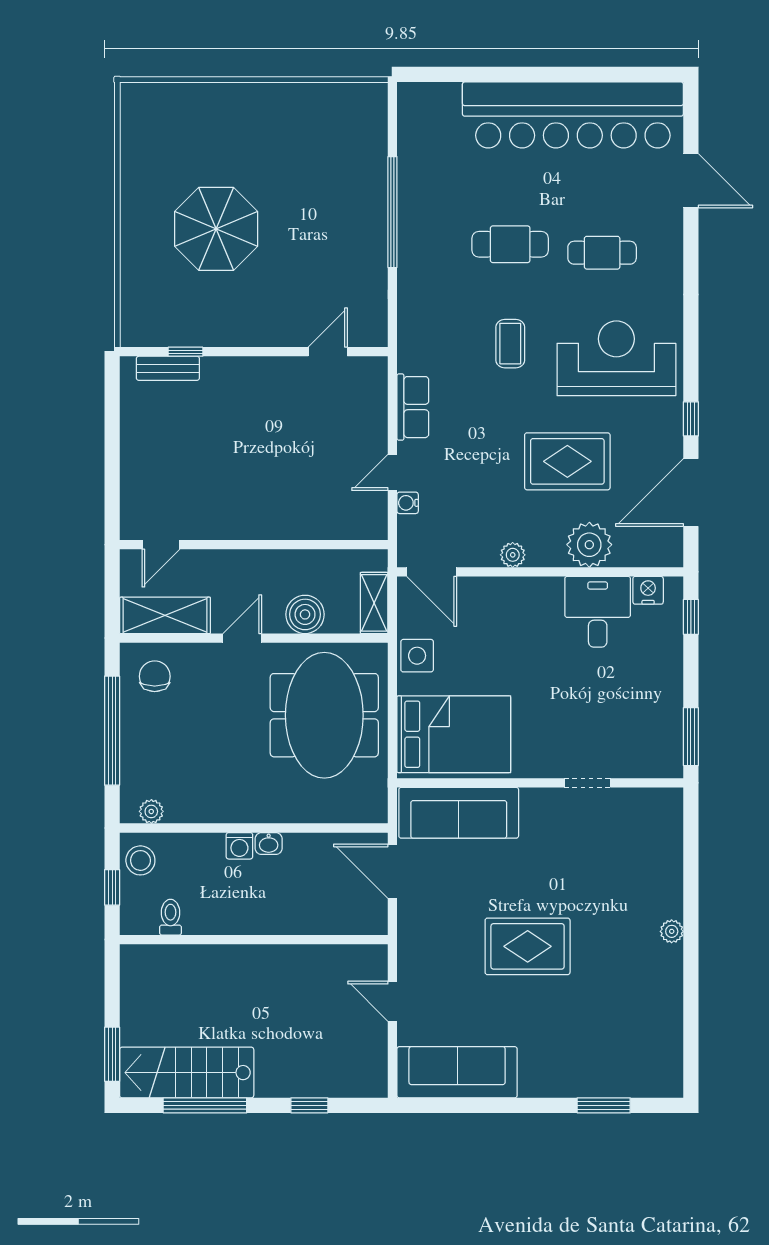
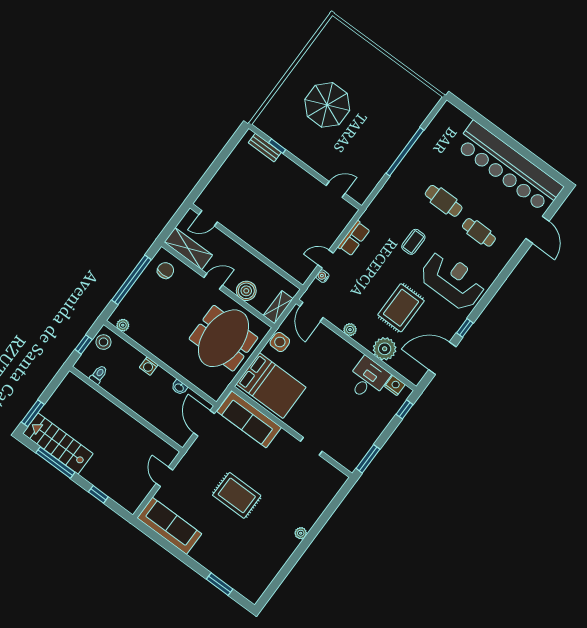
rug: (567, 461) -> (401, 308), turned 90
washbasin: (269, 844) -> (179, 387), moved

